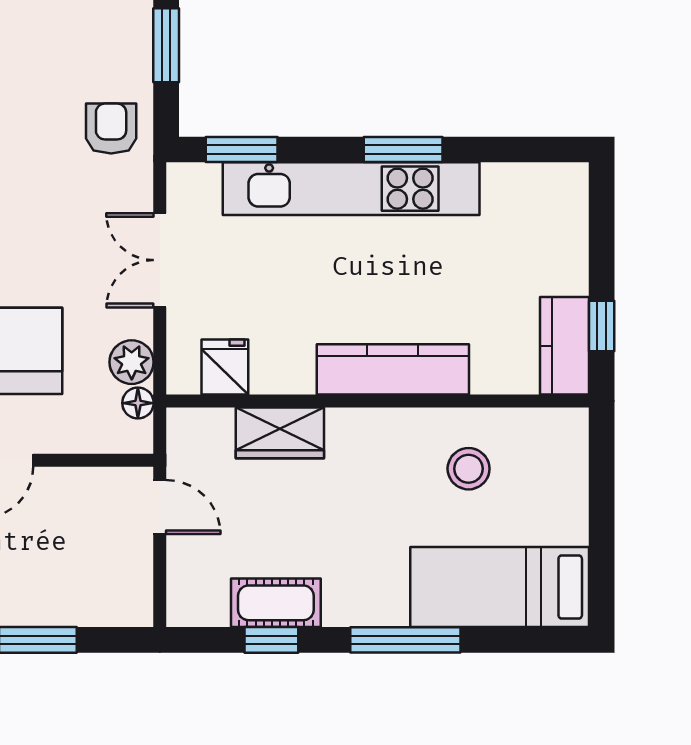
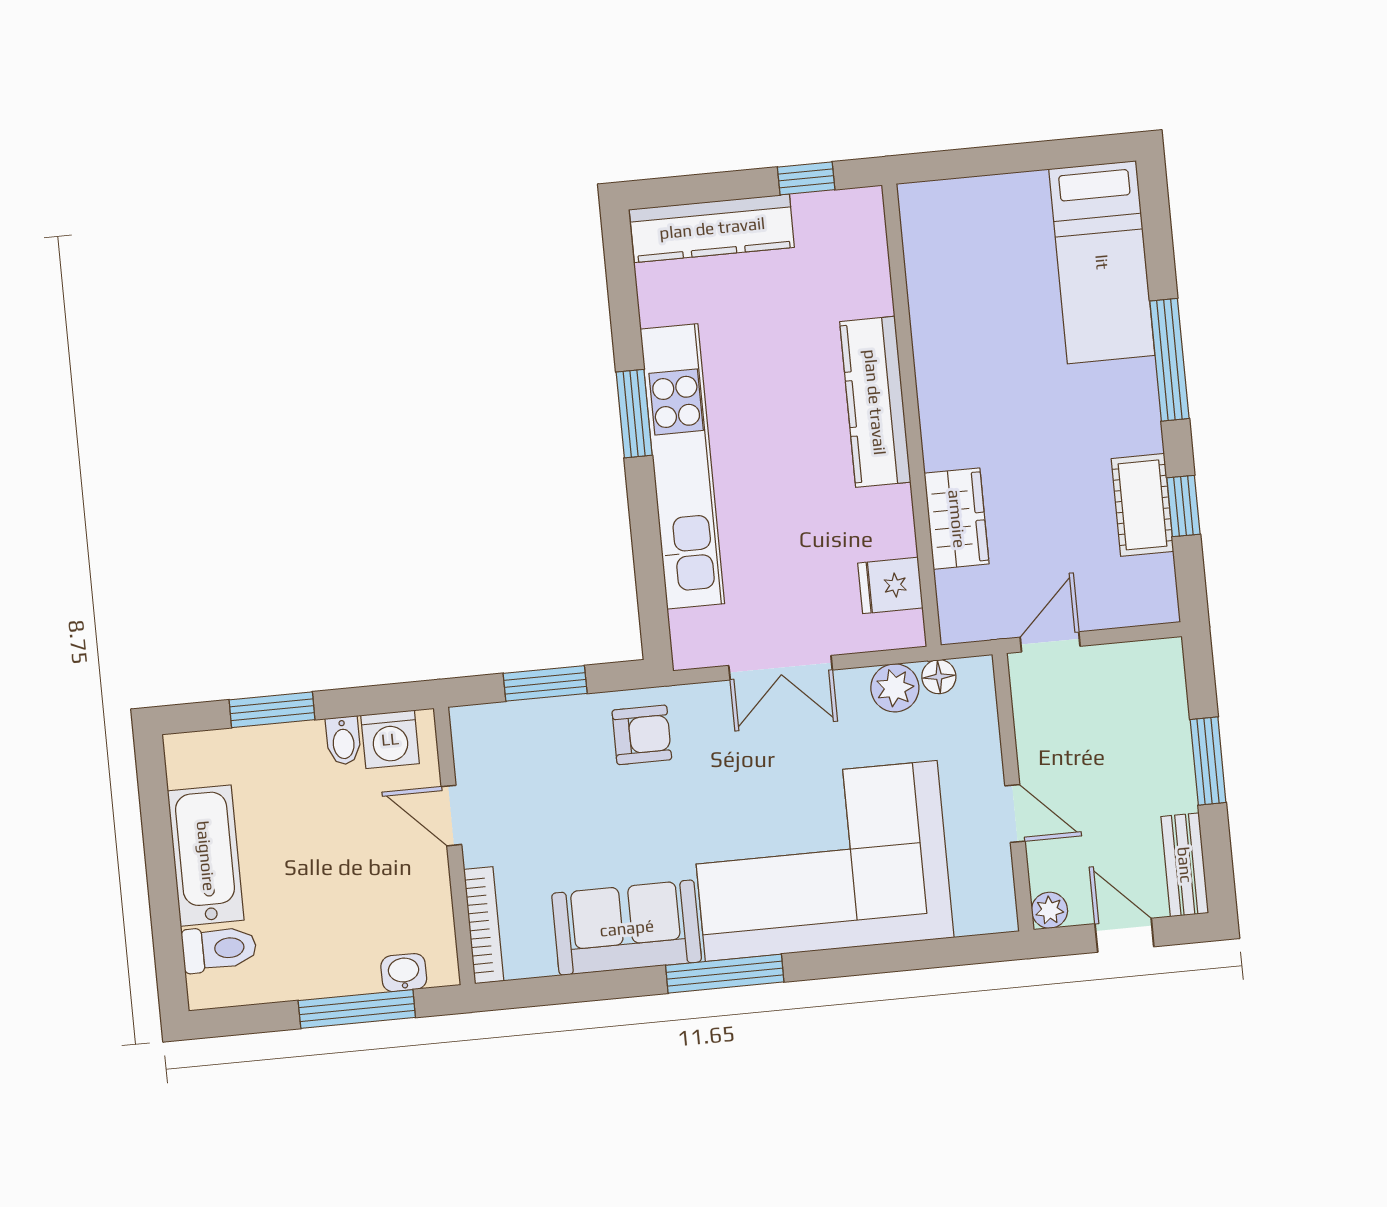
armchair: (111, 128) -> (642, 735), turned 180
window: (242, 149) -> (651, 590), removed
kitchen counter: (564, 346) -> (712, 228), moved, width x1.50
stool: (469, 469) -> (976, 309), removed

